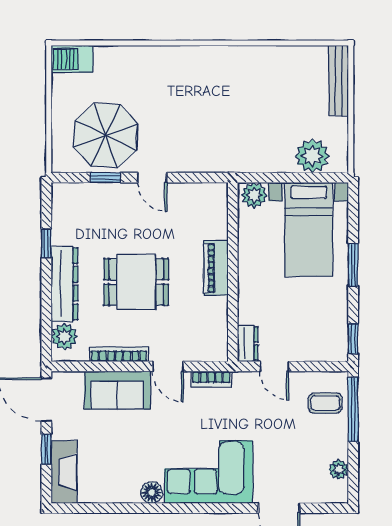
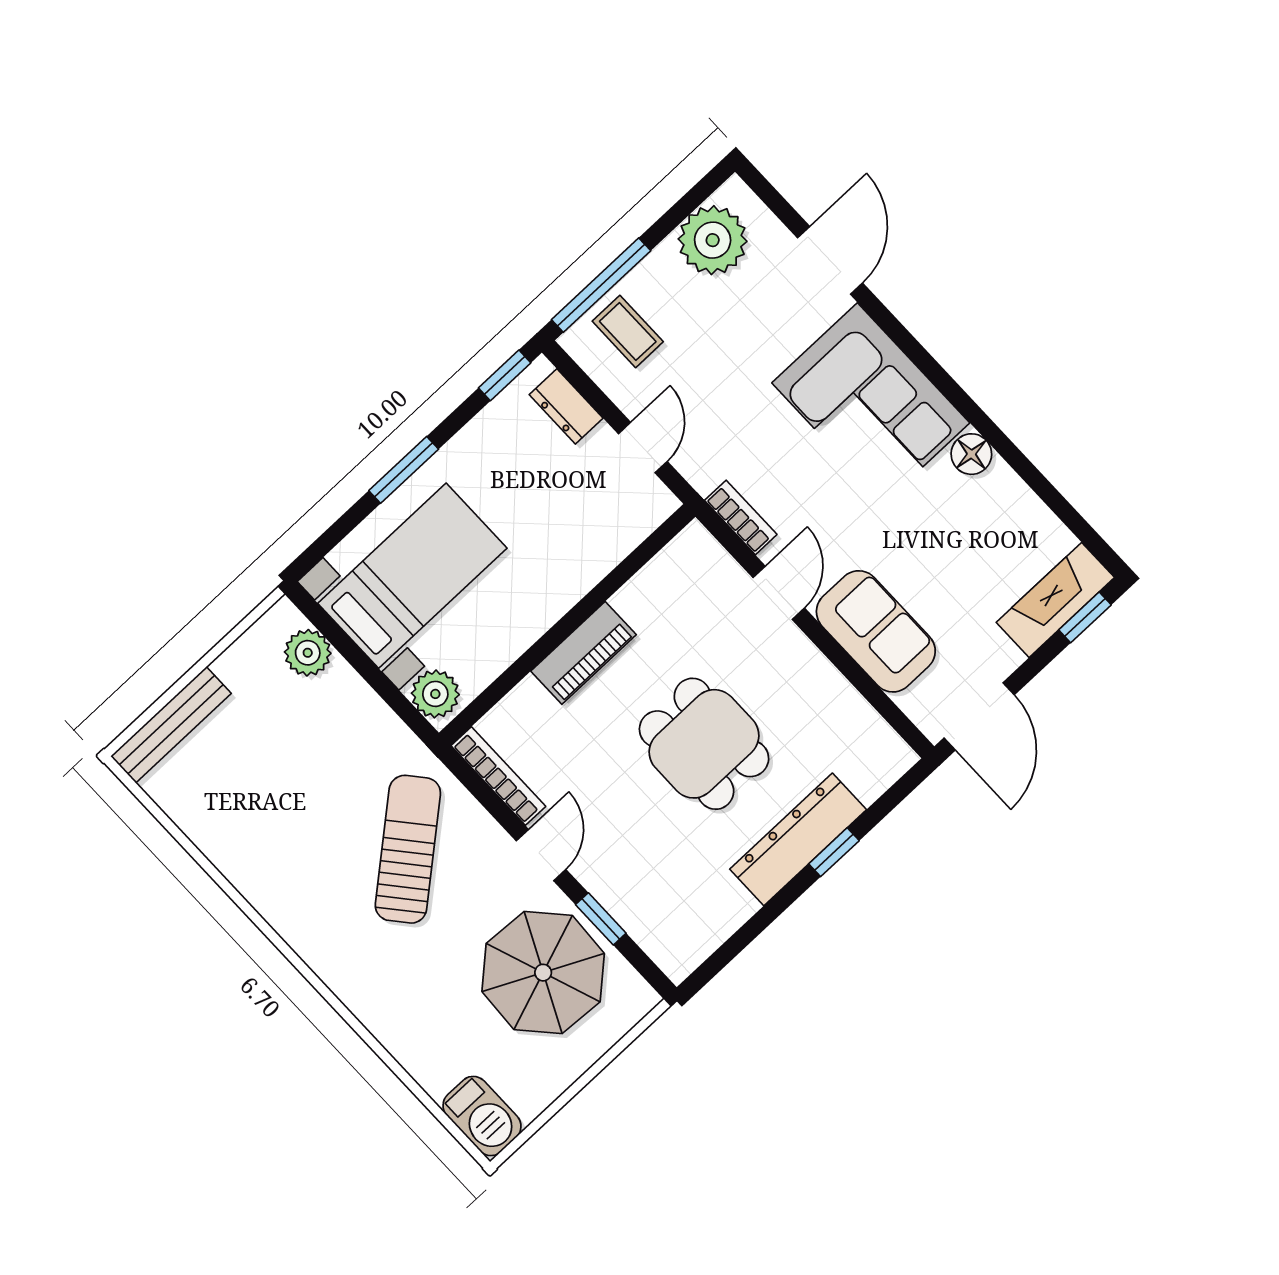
sun lounger: (203, 128) -> (408, 849), added
plant: (312, 156) -> (308, 653), width x0.73, depth x0.73
window: (46, 243) -> (834, 852), moved
plant: (64, 337) -> (870, 772), removed
dresser: (248, 344) -> (566, 406), moved, turned -90
bookcase: (119, 354) -> (498, 776), moved, turned 180
window: (46, 449) -> (1085, 617), moved
plant: (339, 470) -> (713, 240), width x1.87, depth x1.87

